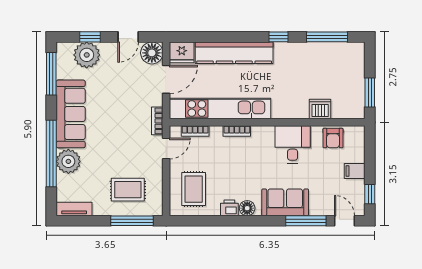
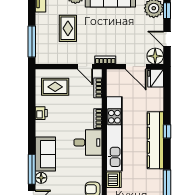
window: (279, 37) -> (167, 131), moved
kitchen counter: (234, 53) -> (155, 140), moved
kitchen unit: (220, 109) -> (114, 134), moved
desk: (293, 144) -> (88, 142), moved
rug: (128, 190) -> (68, 28), moved
floor lamp: (247, 208) -> (41, 178), moved

